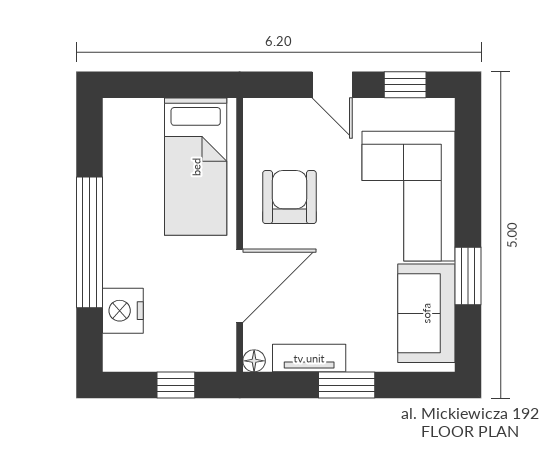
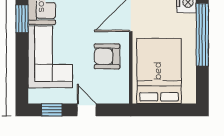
bed: (196, 167) -> (159, 71), width x1.50
armchair: (289, 197) -> (107, 56), turned 90

